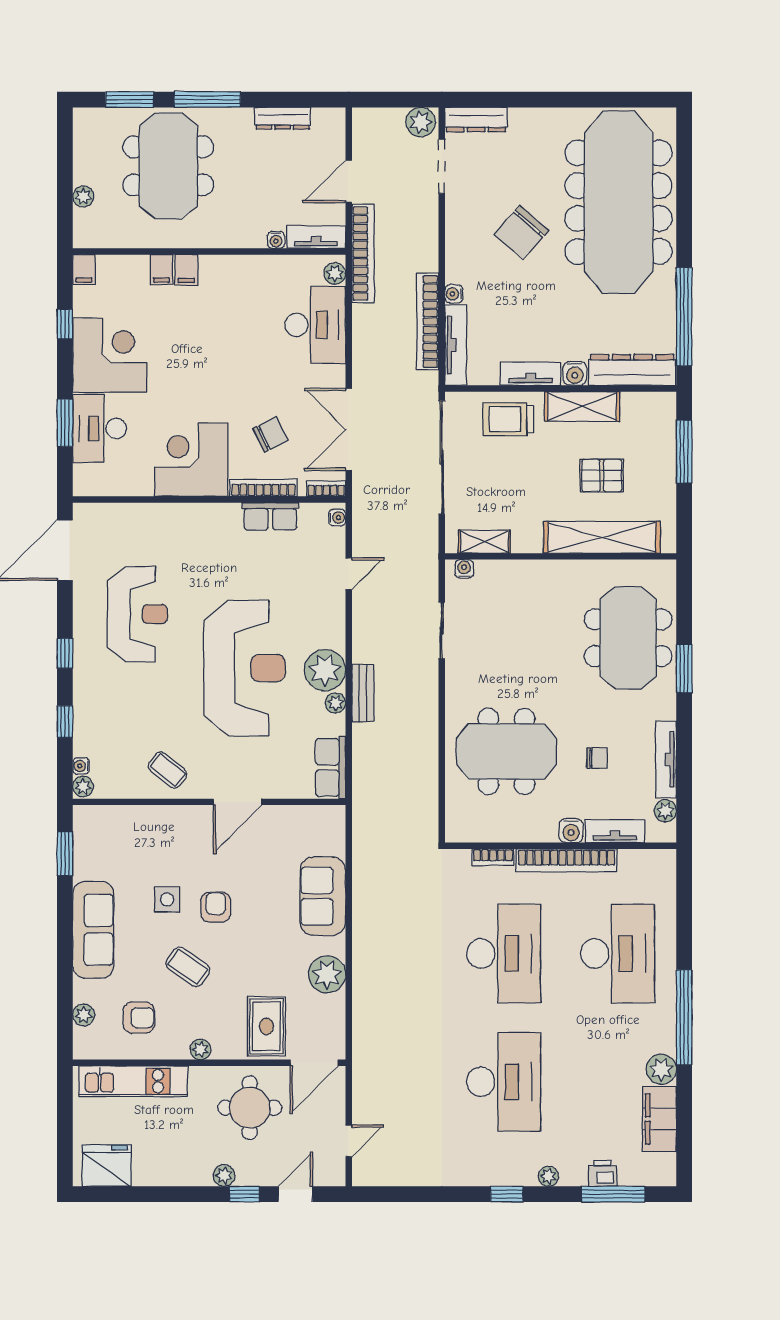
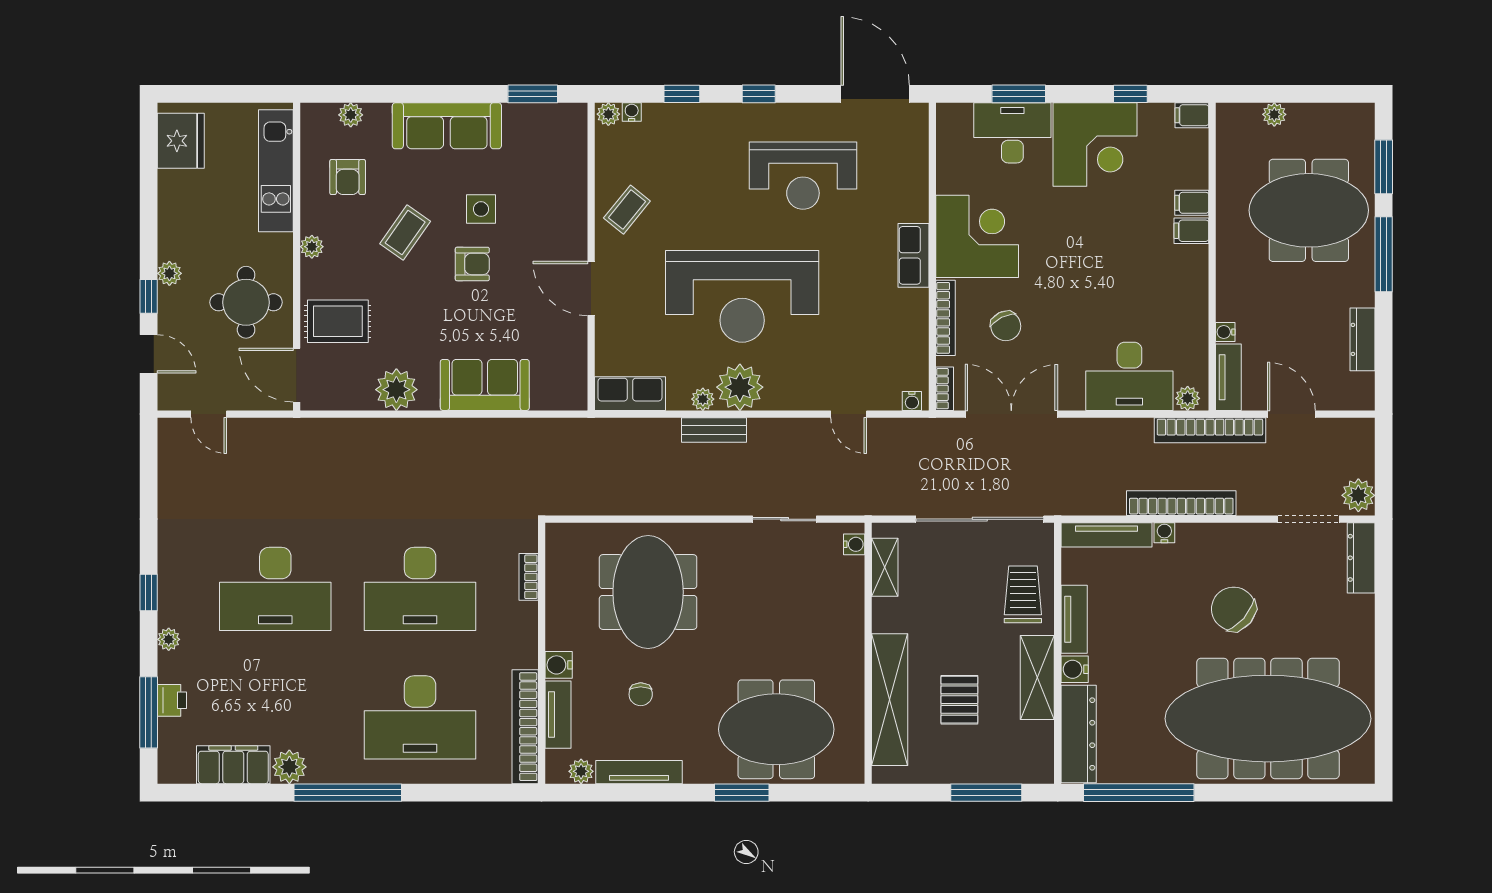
bookcase: (428, 322) -> (1181, 503), moved
row of seats: (270, 516) -> (913, 255), moved
bookcase: (566, 860) -> (525, 727), moved

